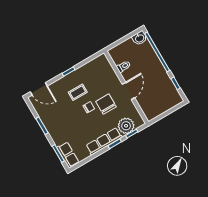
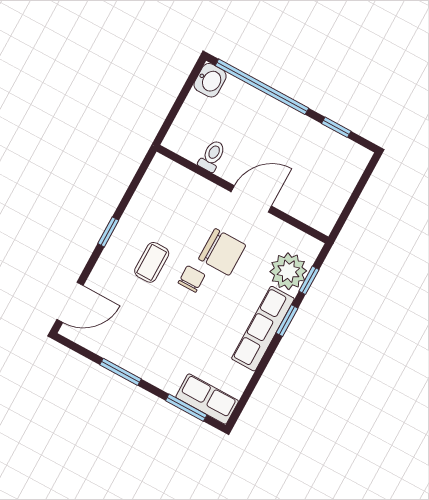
door: (128, 91) -> (251, 199), hinge flipped
chair: (106, 104) -> (222, 252), turned 180

